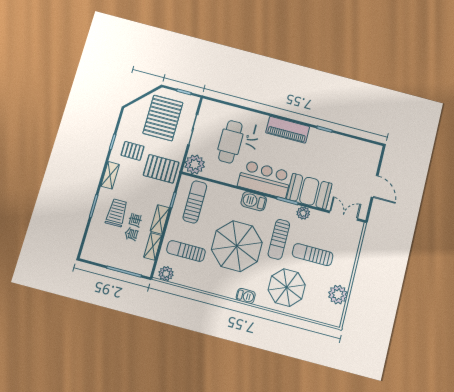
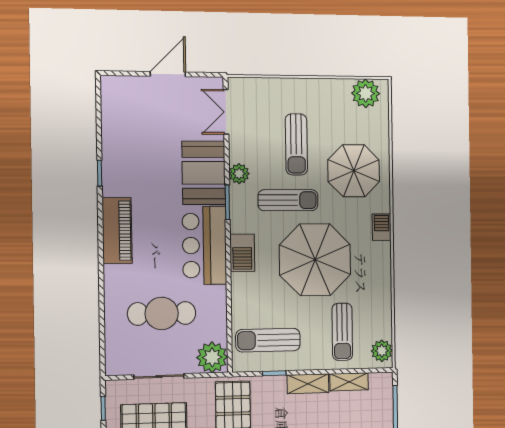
plant: (338, 295) -> (366, 93), moved

